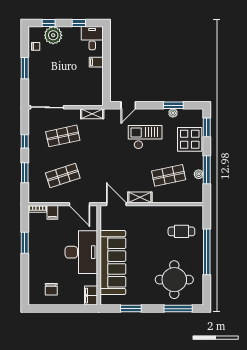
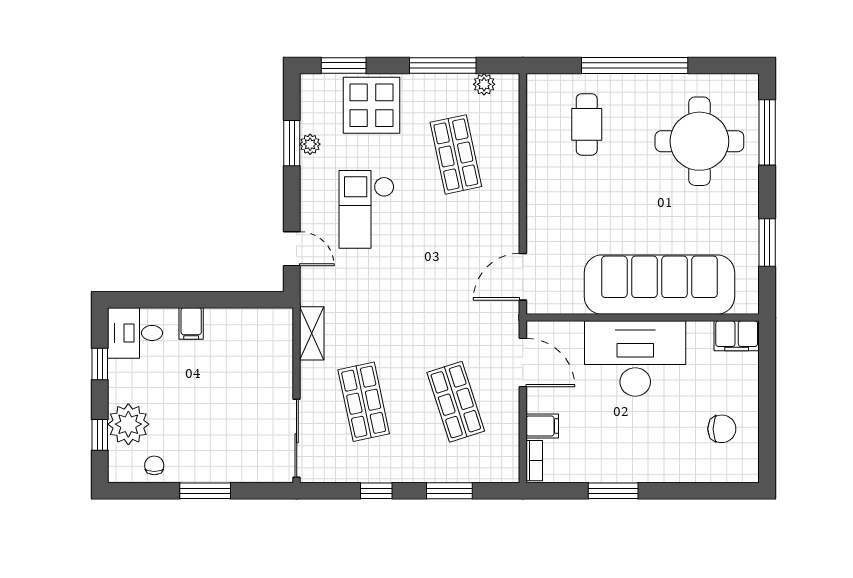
plant: (199, 174) -> (484, 84), moved
shelving: (140, 197) -> (507, 222), removed
door: (80, 204) -> (523, 362), hinge flipped

